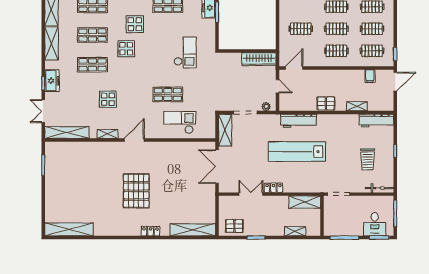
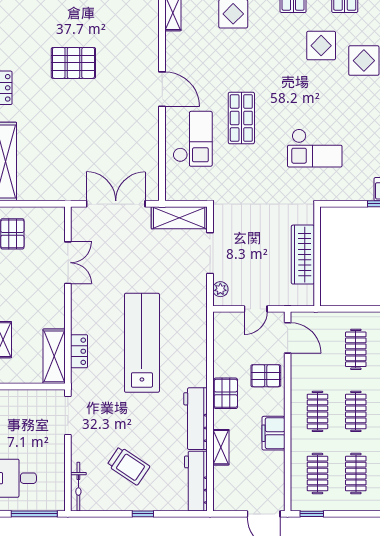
wardrobe: (259, 59) -> (303, 255), moved
filing cabinet: (370, 76) -> (273, 433), moved, width x2.00
pallet: (316, 80) -> (266, 376), added
workbench: (299, 121) -> (196, 419), moved
door: (134, 140) -> (162, 89), moved
trolley: (368, 159) -> (128, 466), turned -146
locker: (273, 188) -> (79, 351), moved
pallet: (136, 191) -> (73, 63), width x0.73, depth x0.71

